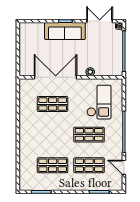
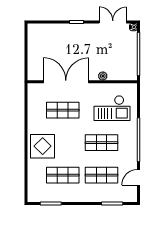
sofa: (65, 31) -> (76, 33), removed
checkout: (99, 102) -> (112, 108), turned 90
display table: (33, 138) -> (43, 146), added
door: (124, 167) -> (138, 177), hinge flipped

